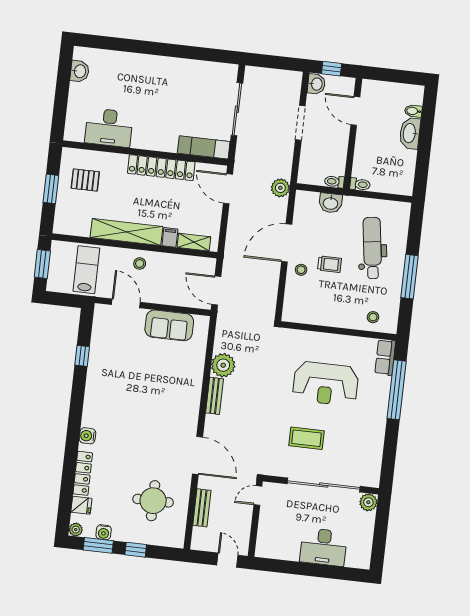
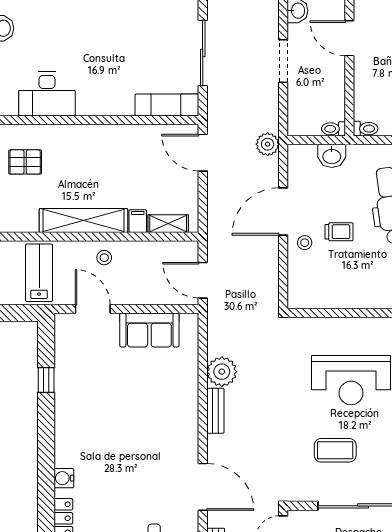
locker: (161, 168) -> (117, 136), removed

